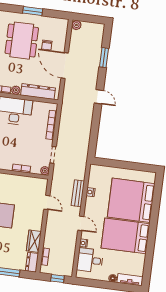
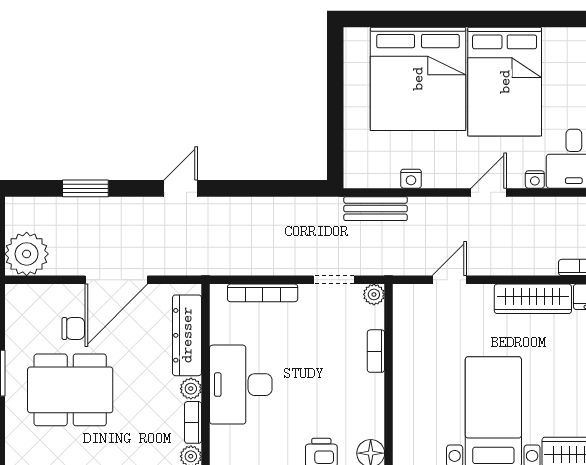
plant: (76, 25) -> (27, 254), width x1.87, depth x1.87
bench: (78, 193) -> (376, 209), moved
wardrobe: (34, 241) -> (533, 299), width x1.50

